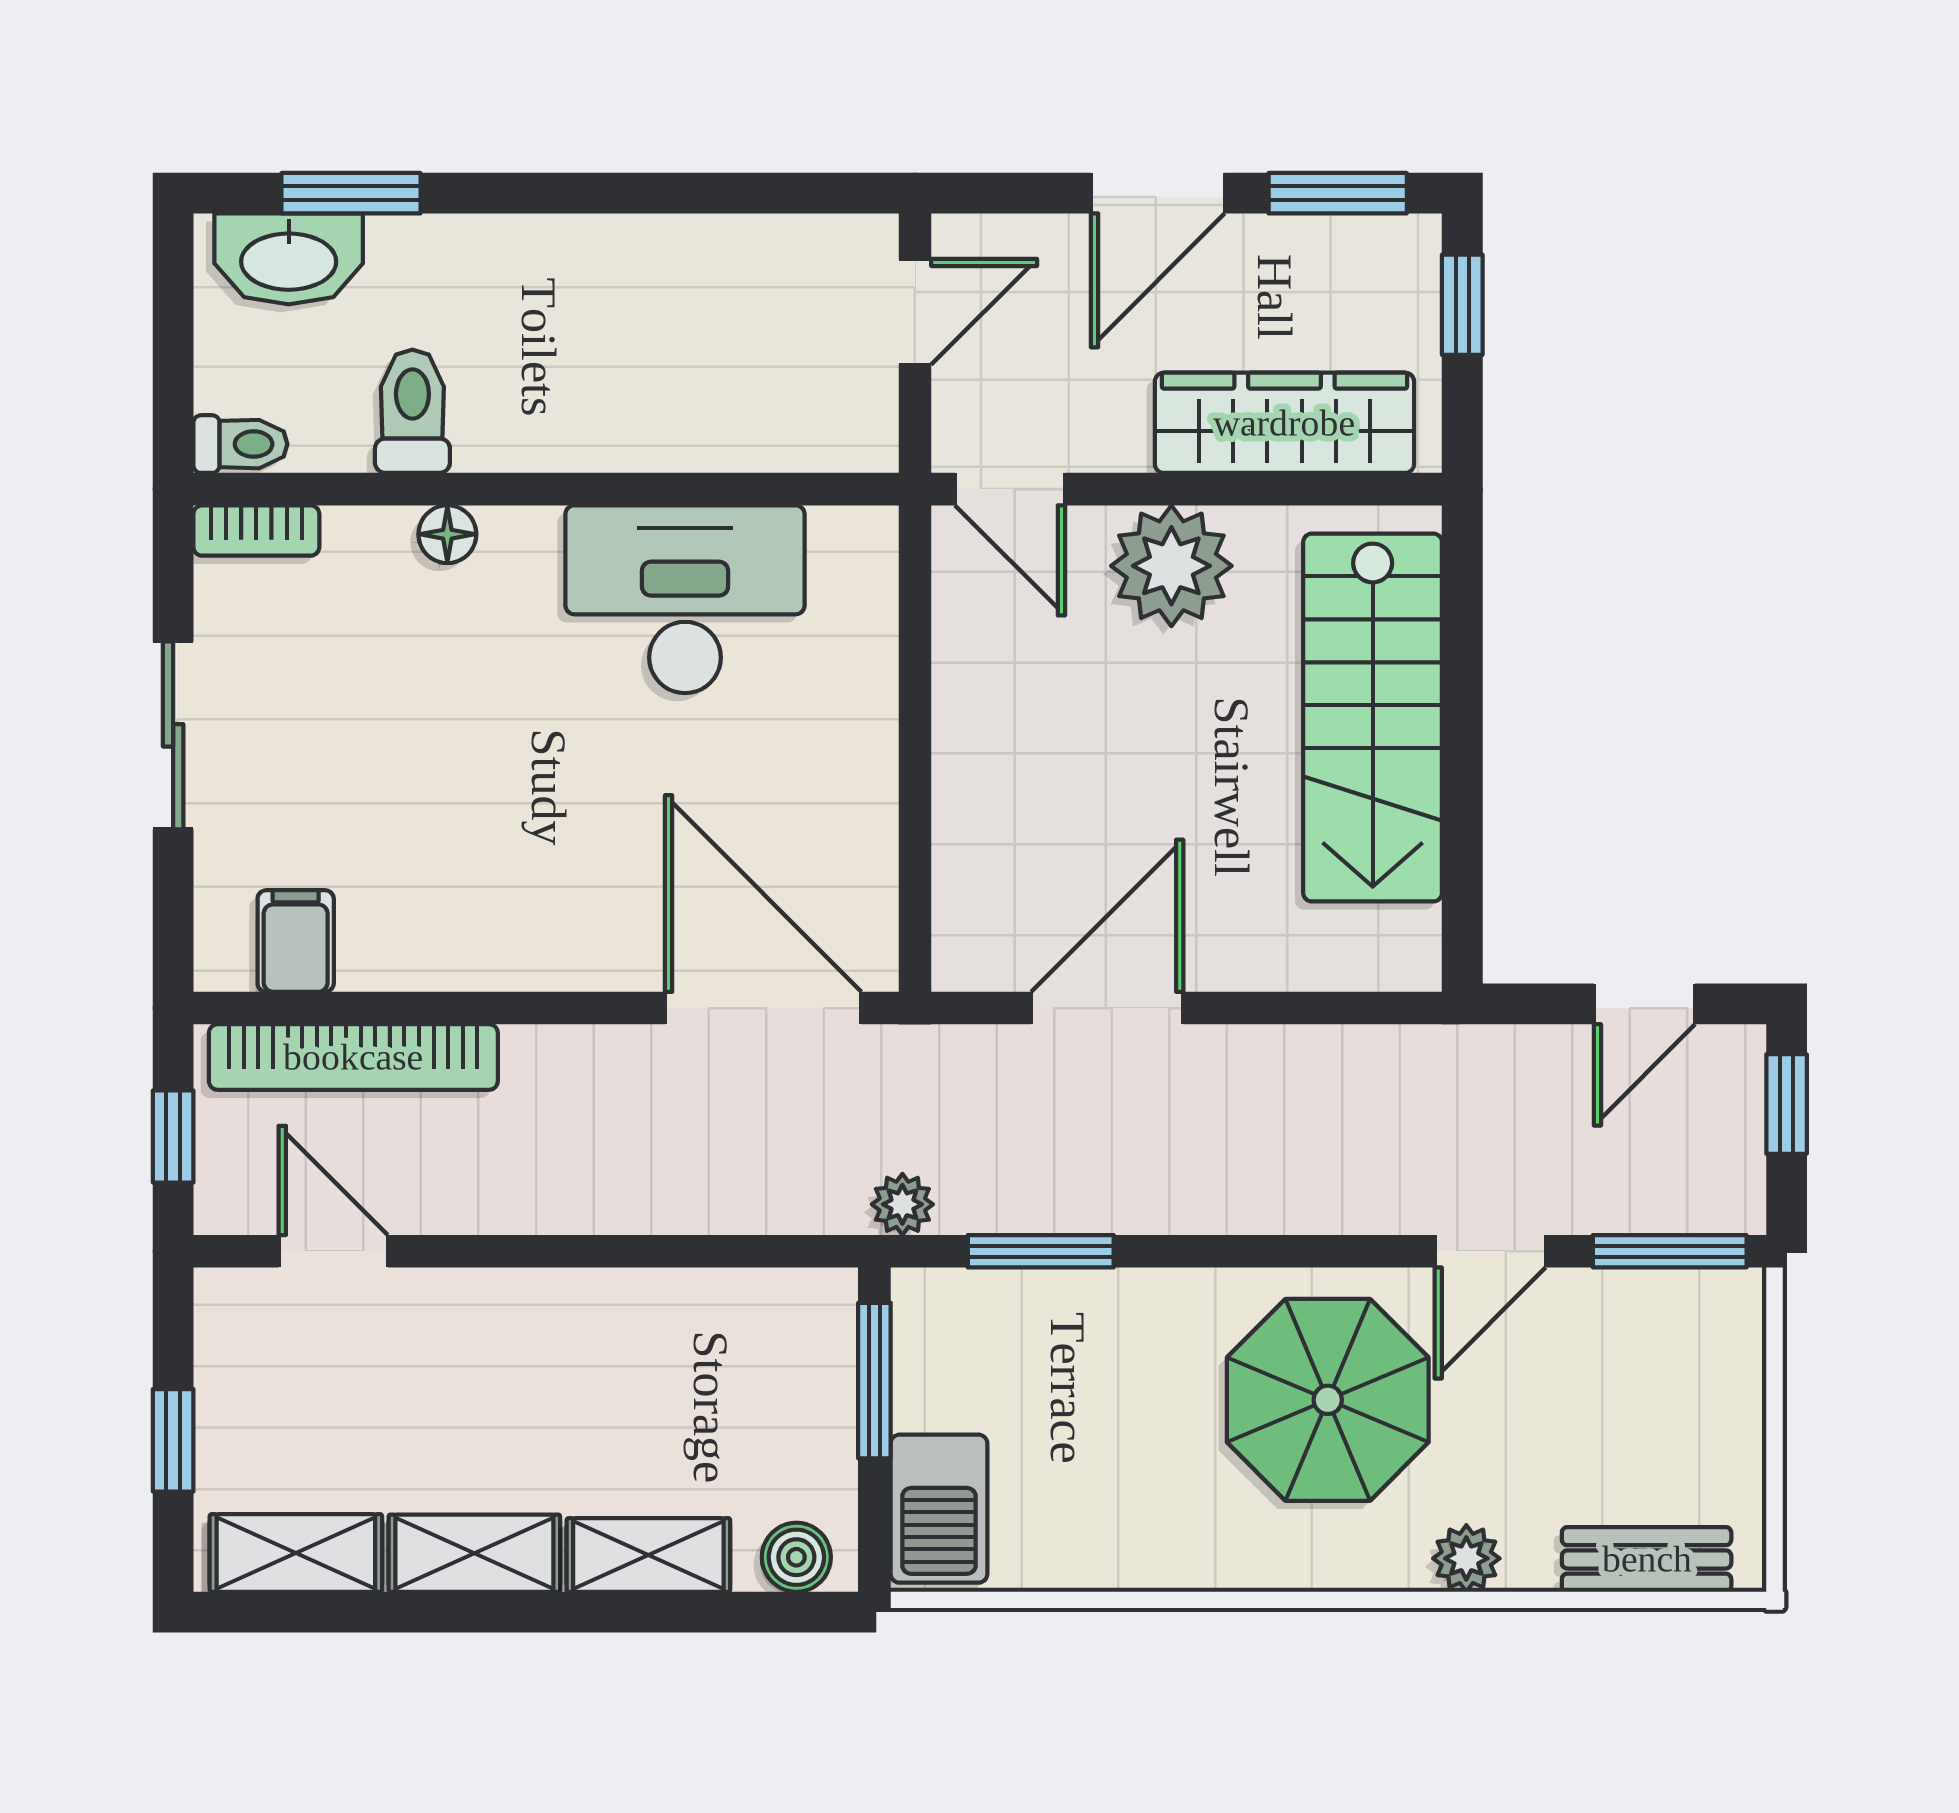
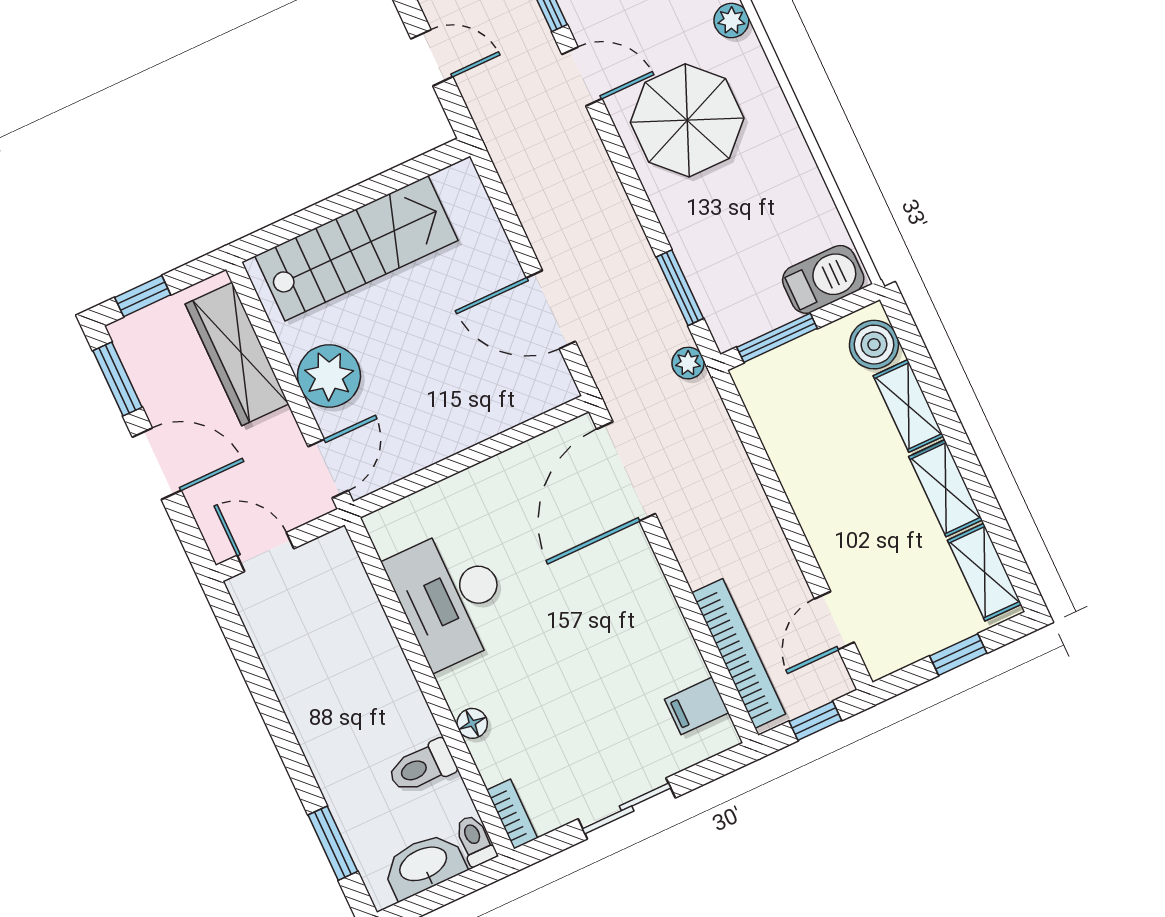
washbasin: (289, 259) -> (424, 865), moved, turned -90
boiler: (796, 1557) -> (874, 345), width x1.36, depth x1.36

